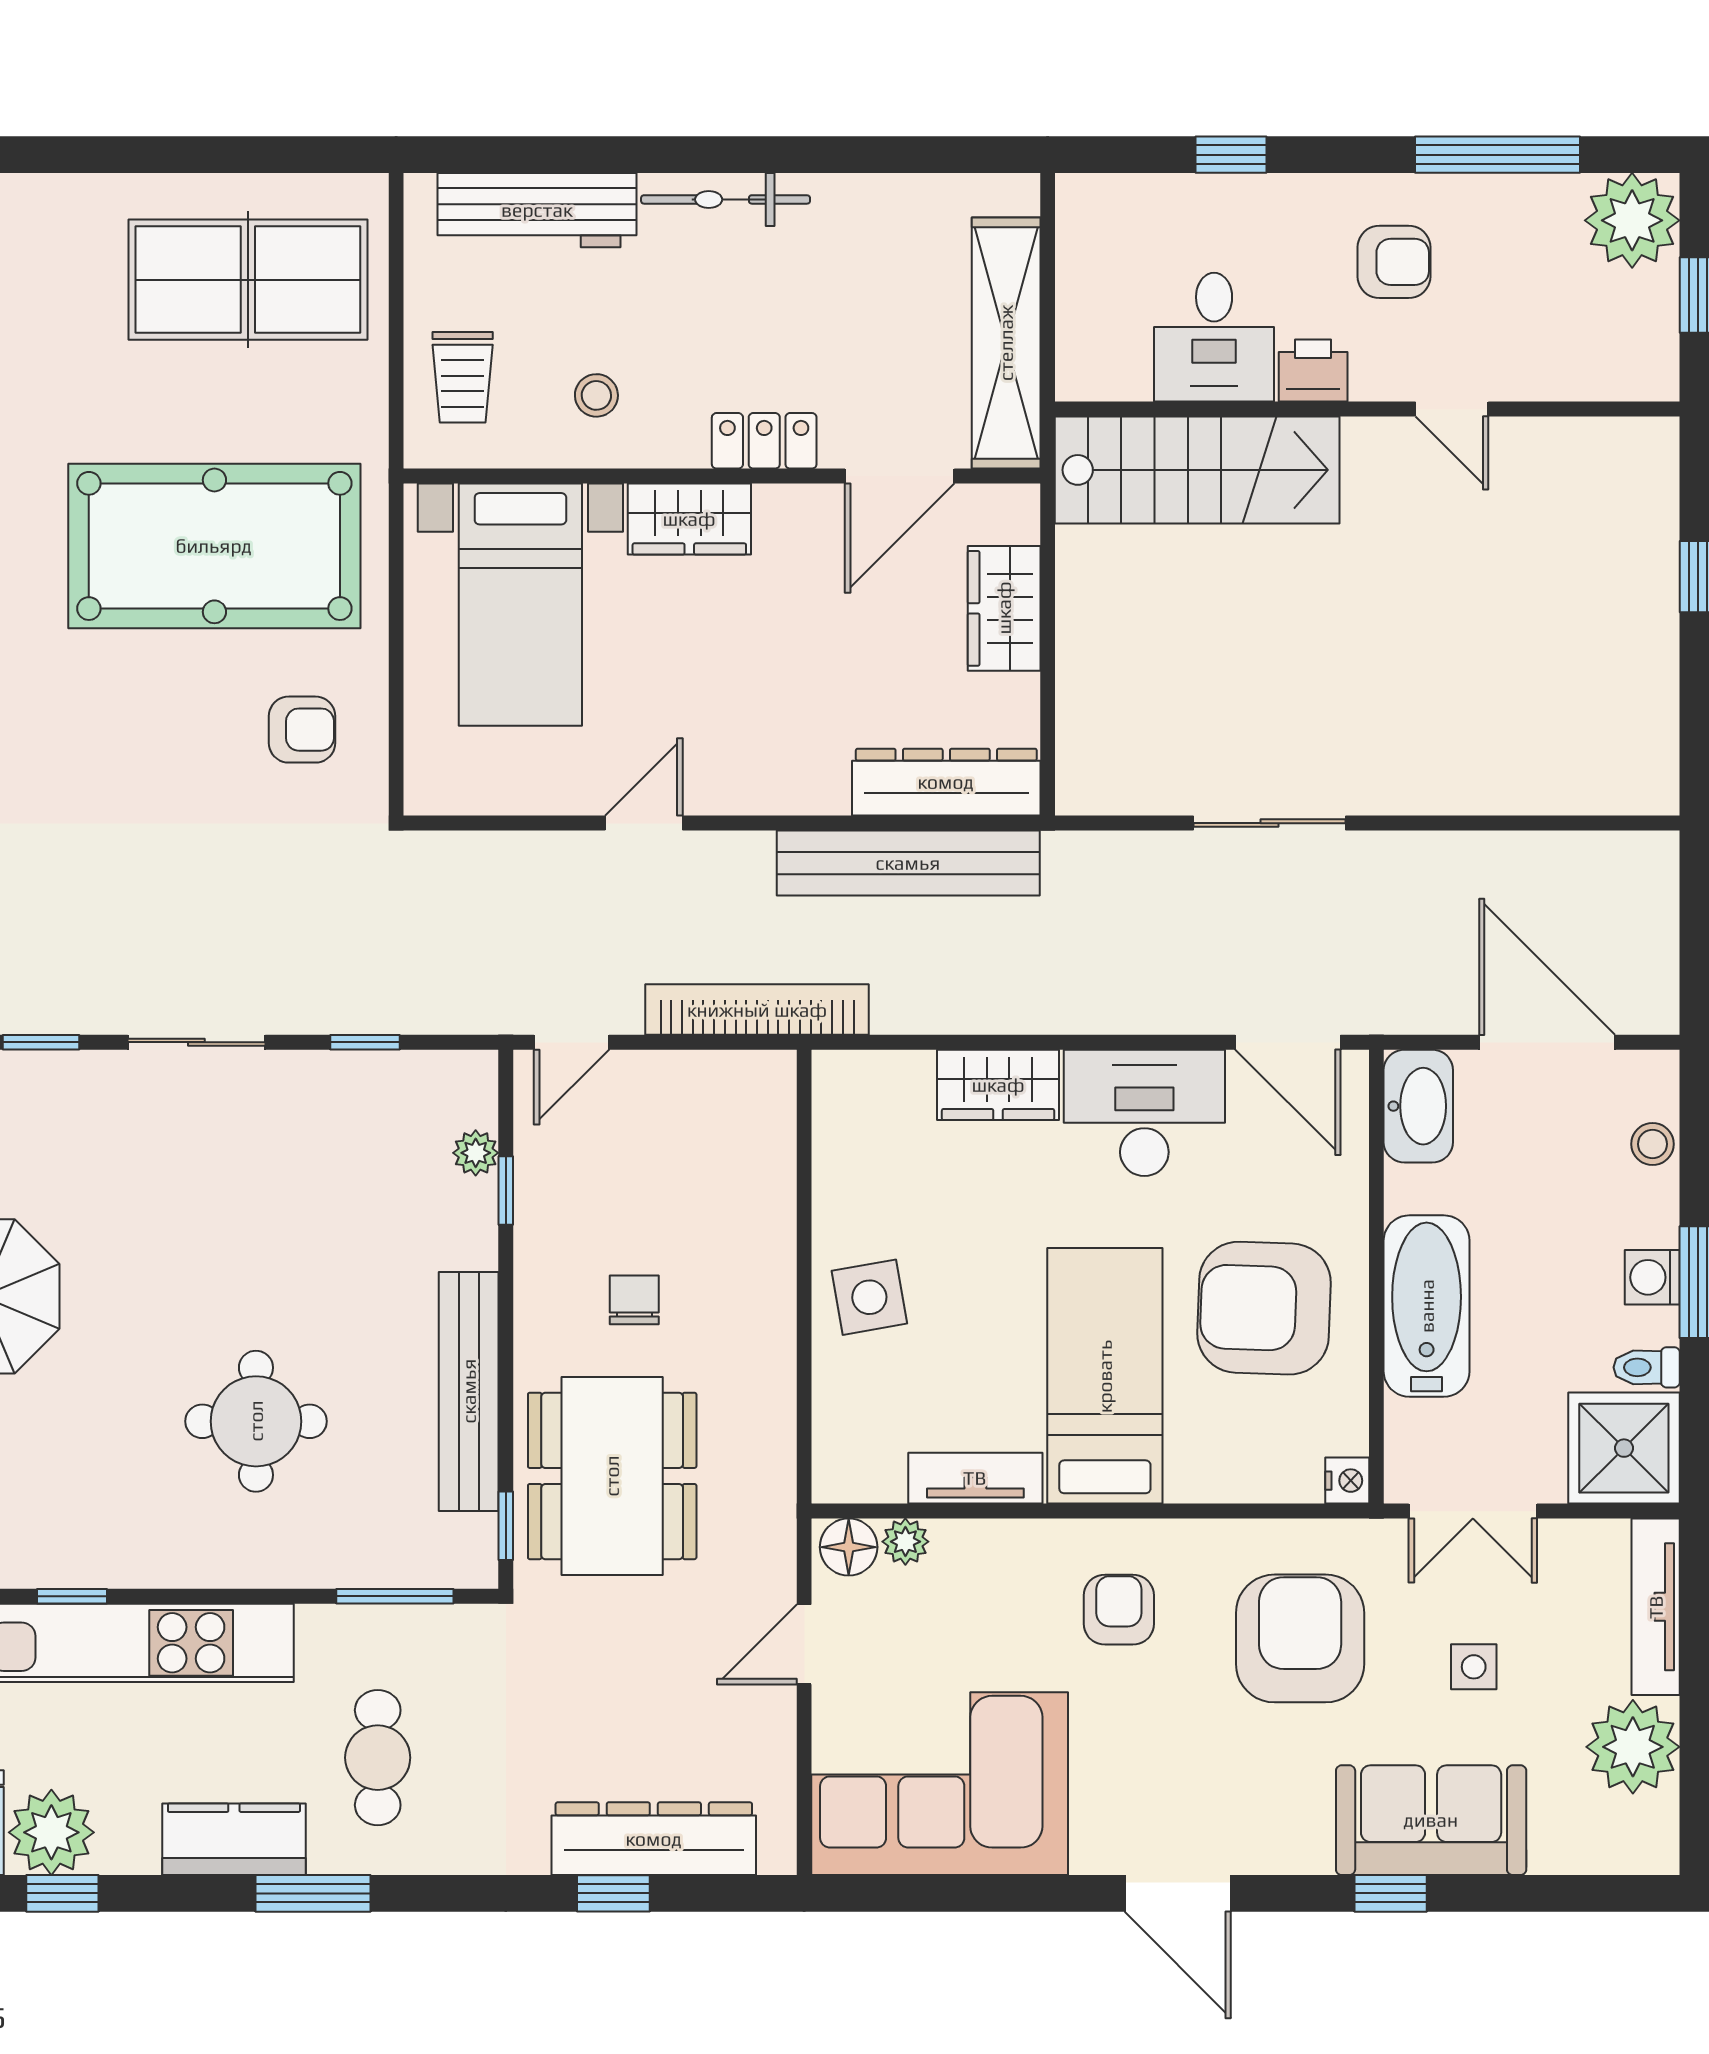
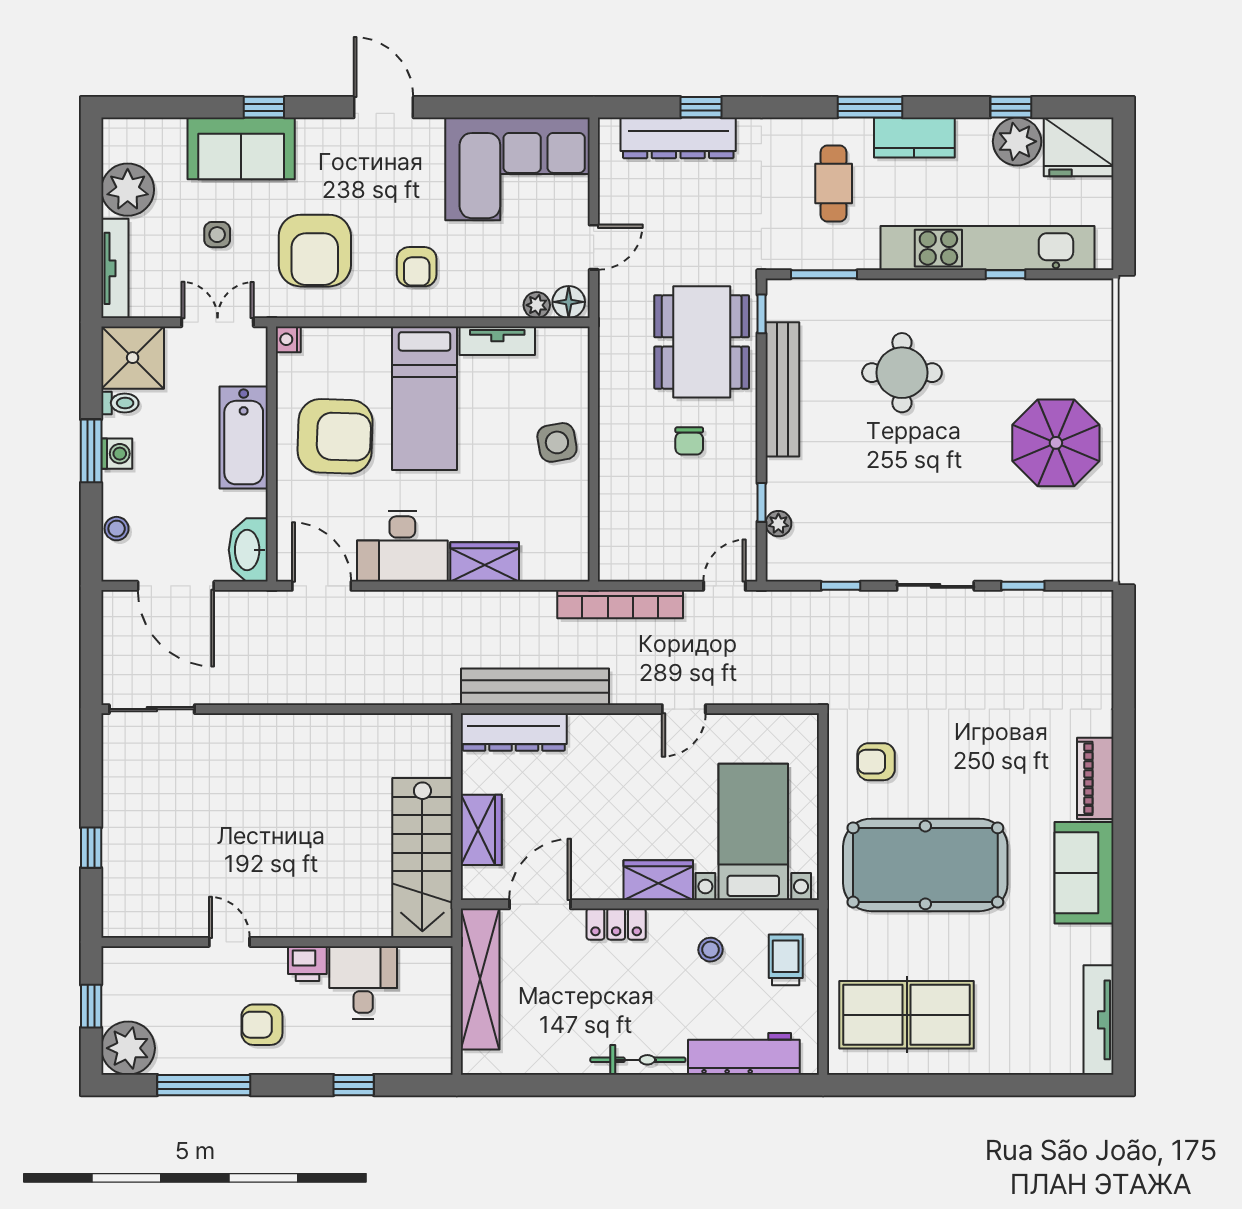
stairs: (1197, 470) -> (422, 858), moved, turned -90
sliding door: (1269, 823) -> (152, 709), moved

